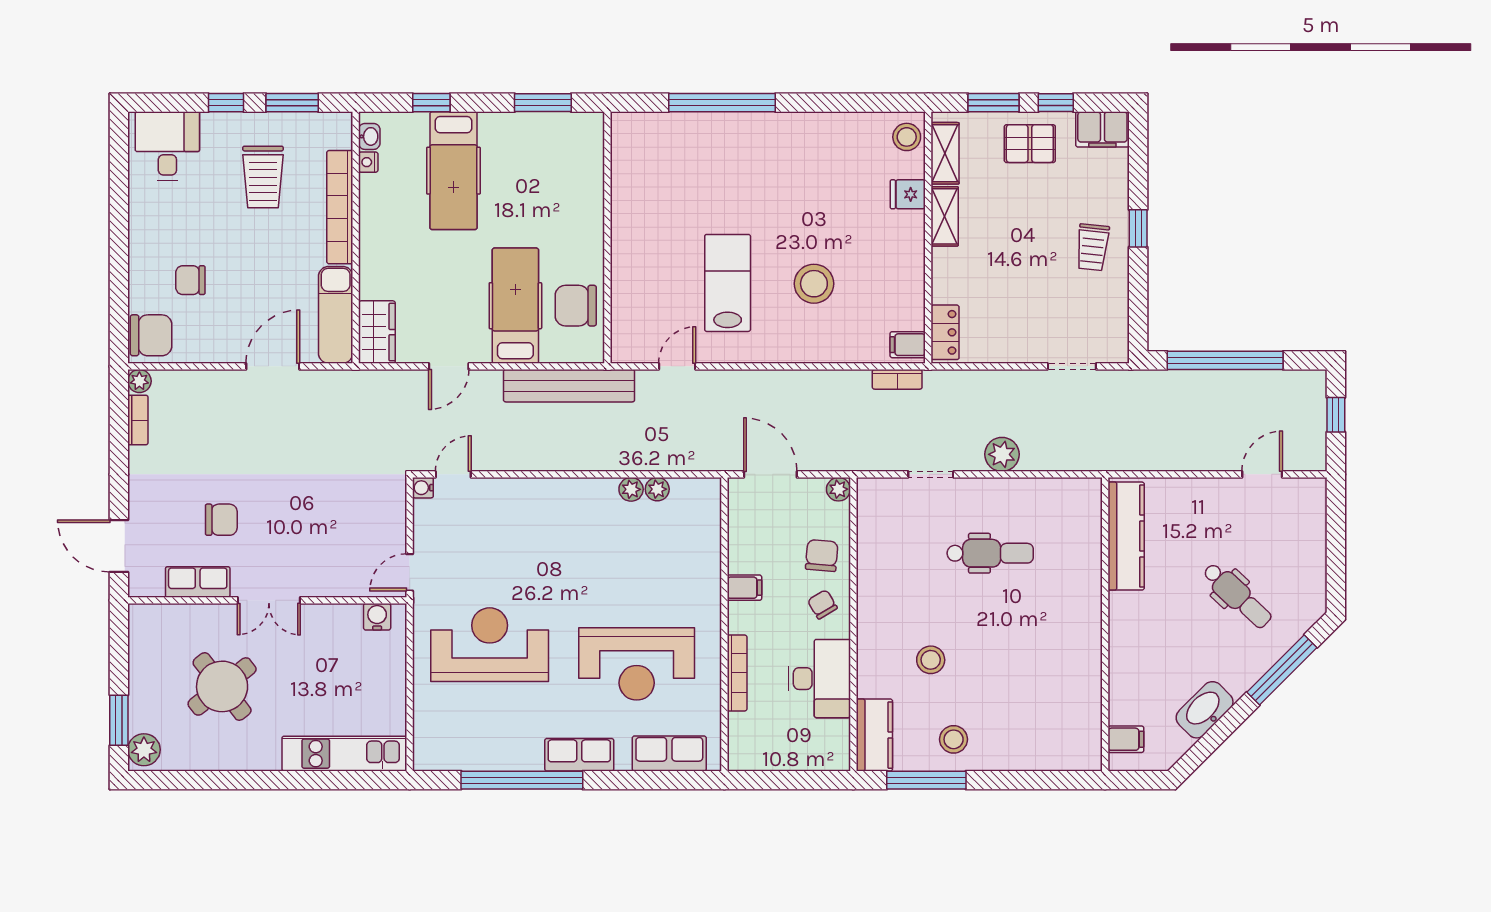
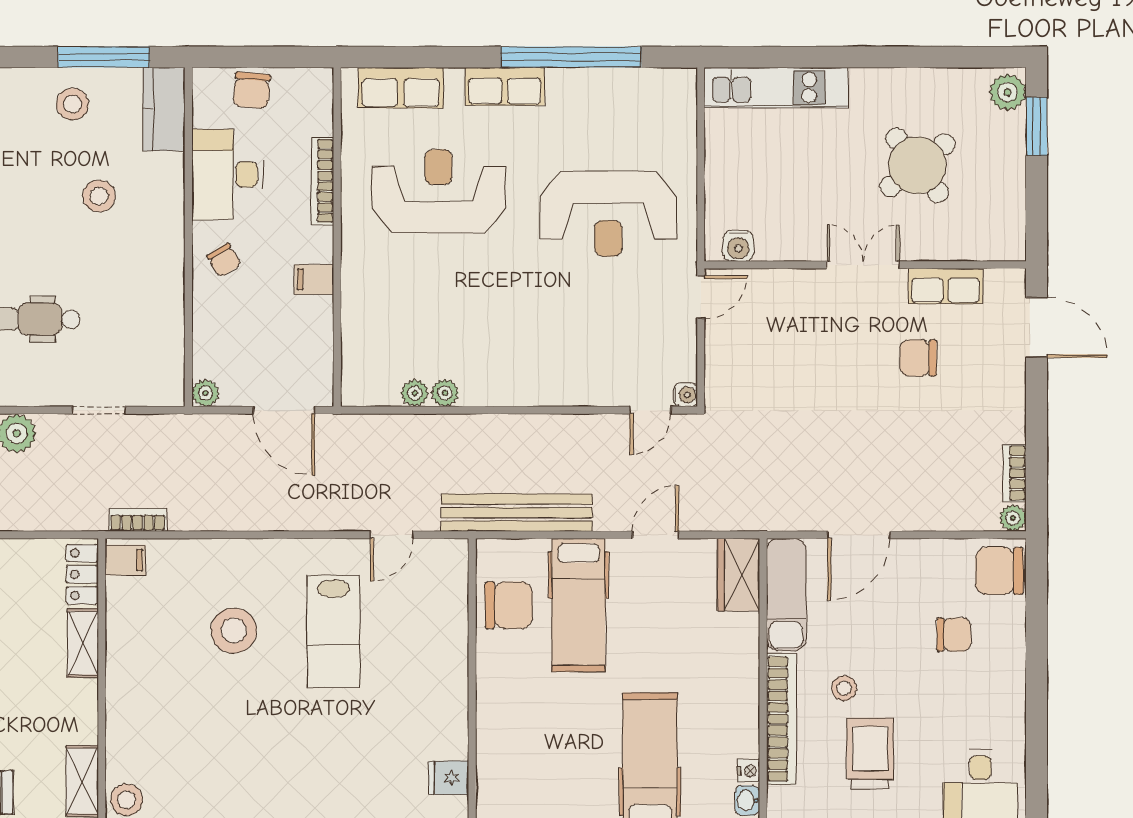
fridge: (908, 194) -> (449, 778), moved, turned 180
shelving: (945, 216) -> (83, 643), moved
stool: (285, 234) -> (844, 688), added
chair: (822, 556) -> (252, 90), moved

